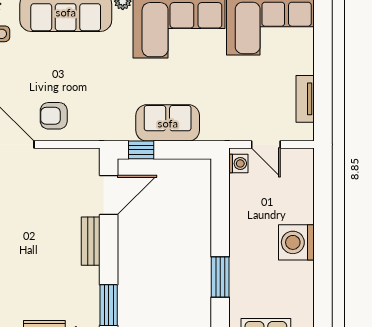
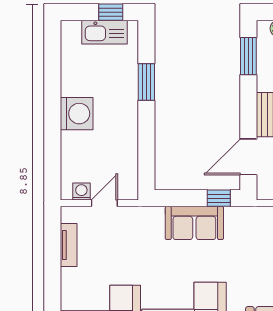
door: (266, 145) -> (104, 203), hinge flipped
washing machine: (238, 163) -> (81, 192), moved, turned 90

